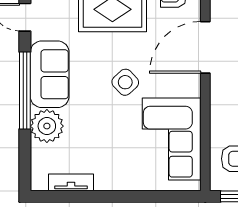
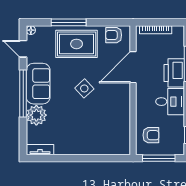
corner sofa: (172, 139) -> (113, 123), removed
tv unit: (71, 182) -> (40, 150), moved

